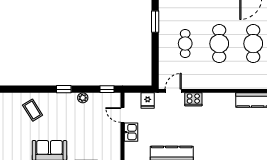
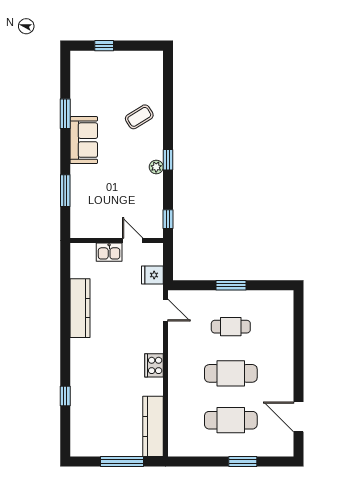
window: (155, 22) -> (231, 285), moved
plant: (83, 98) -> (156, 167), moved
cooker: (193, 99) -> (154, 365), moved
door: (123, 115) -> (133, 241), hinge flipped

